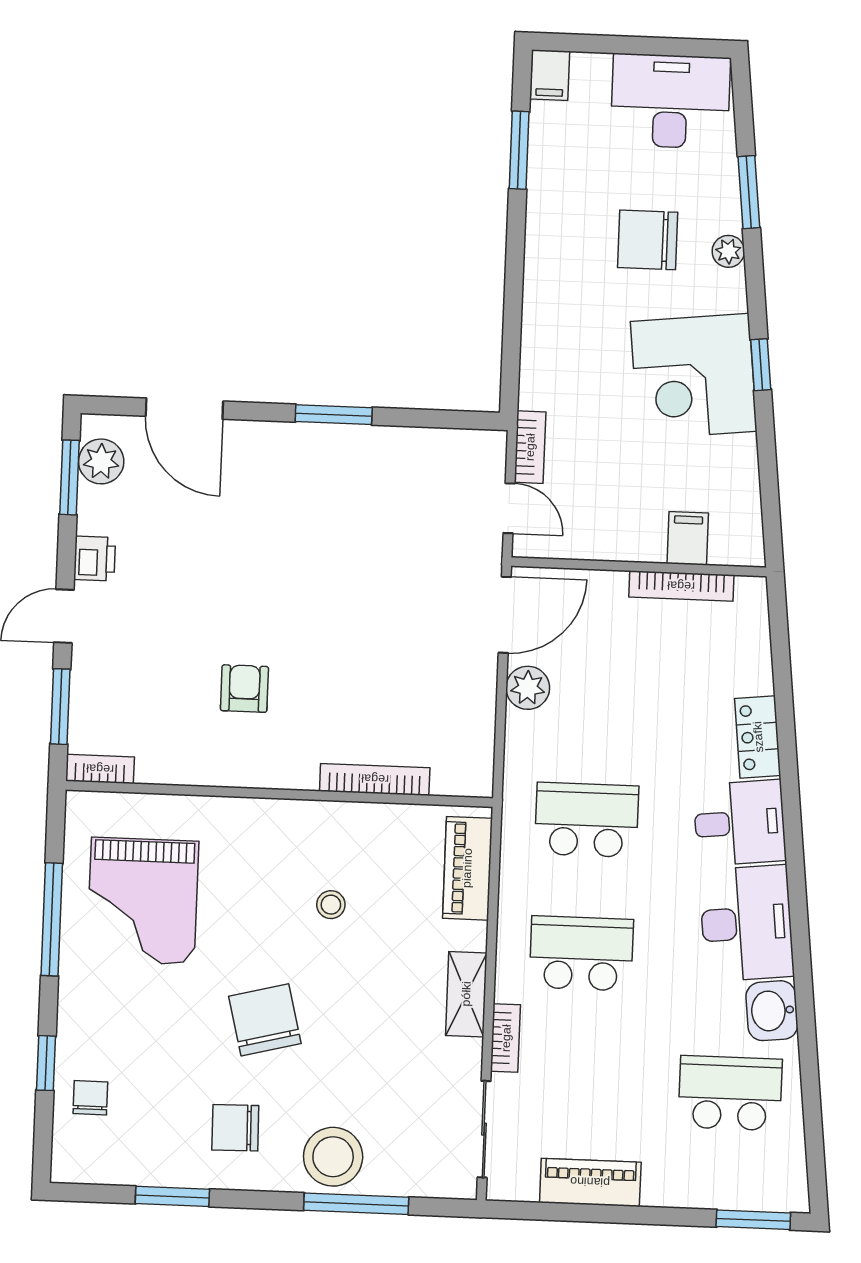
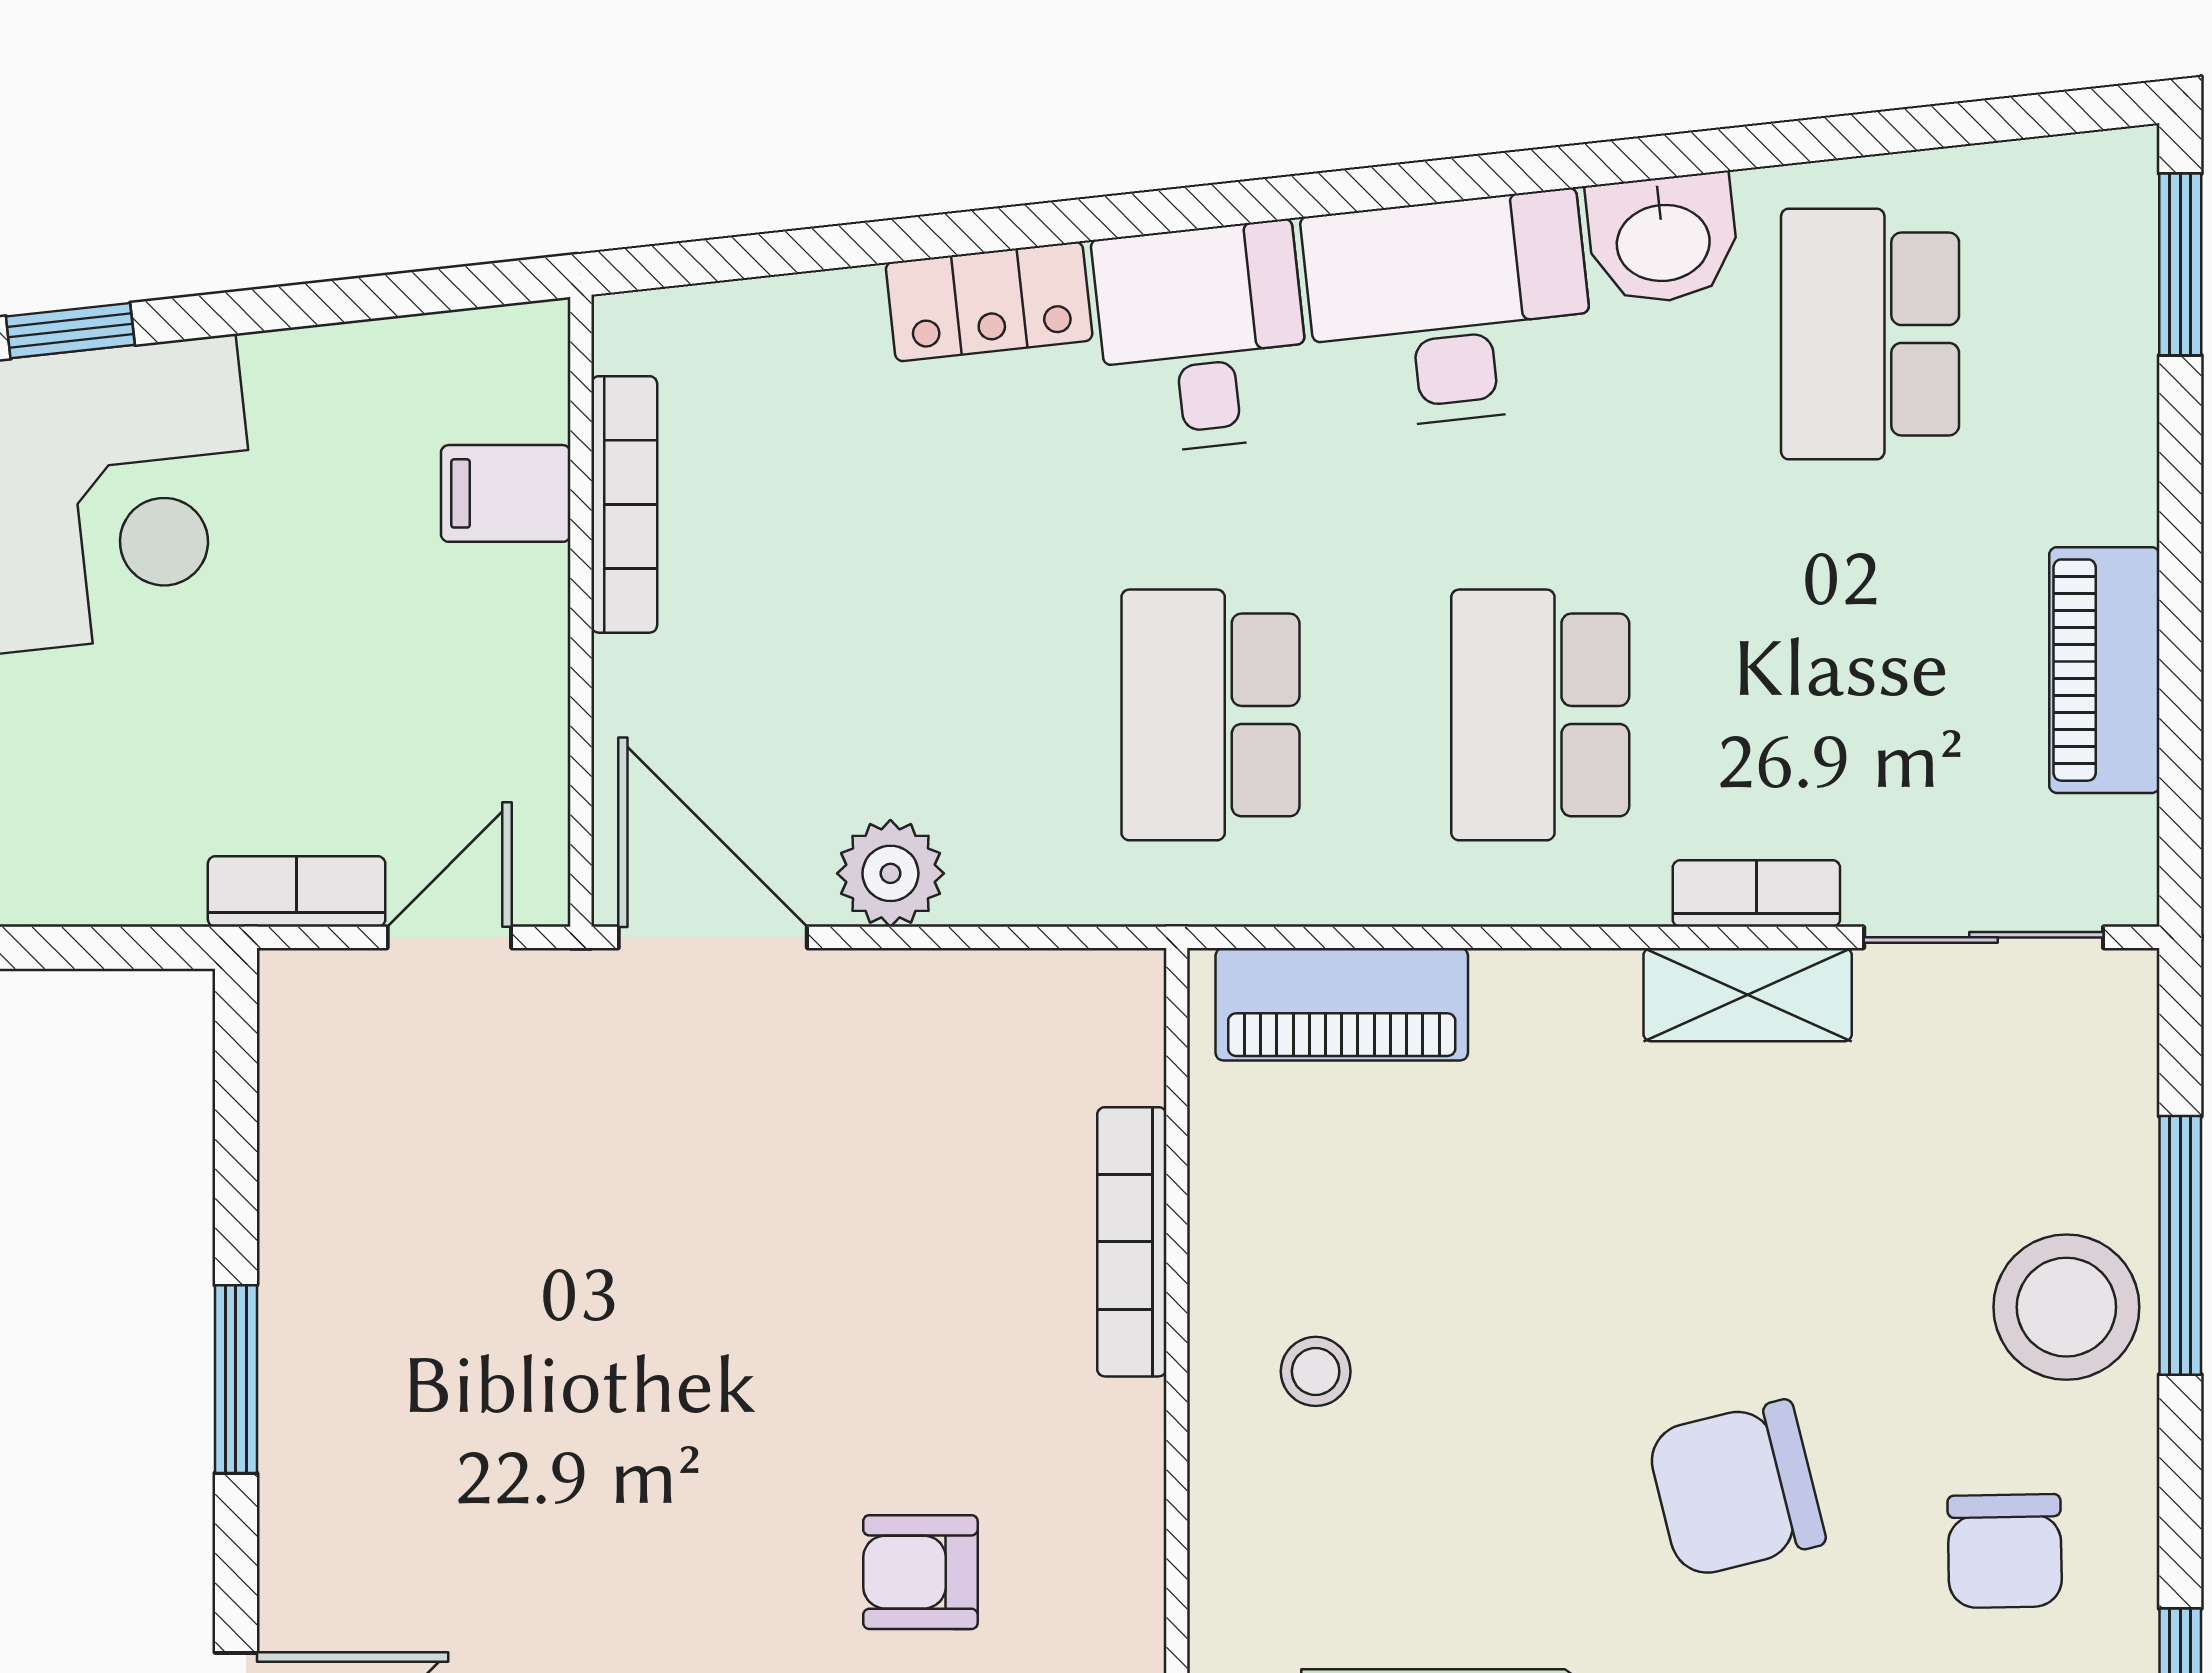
stool: (331, 905) -> (1316, 1371), moved
shelving: (466, 994) -> (1748, 995), moved

